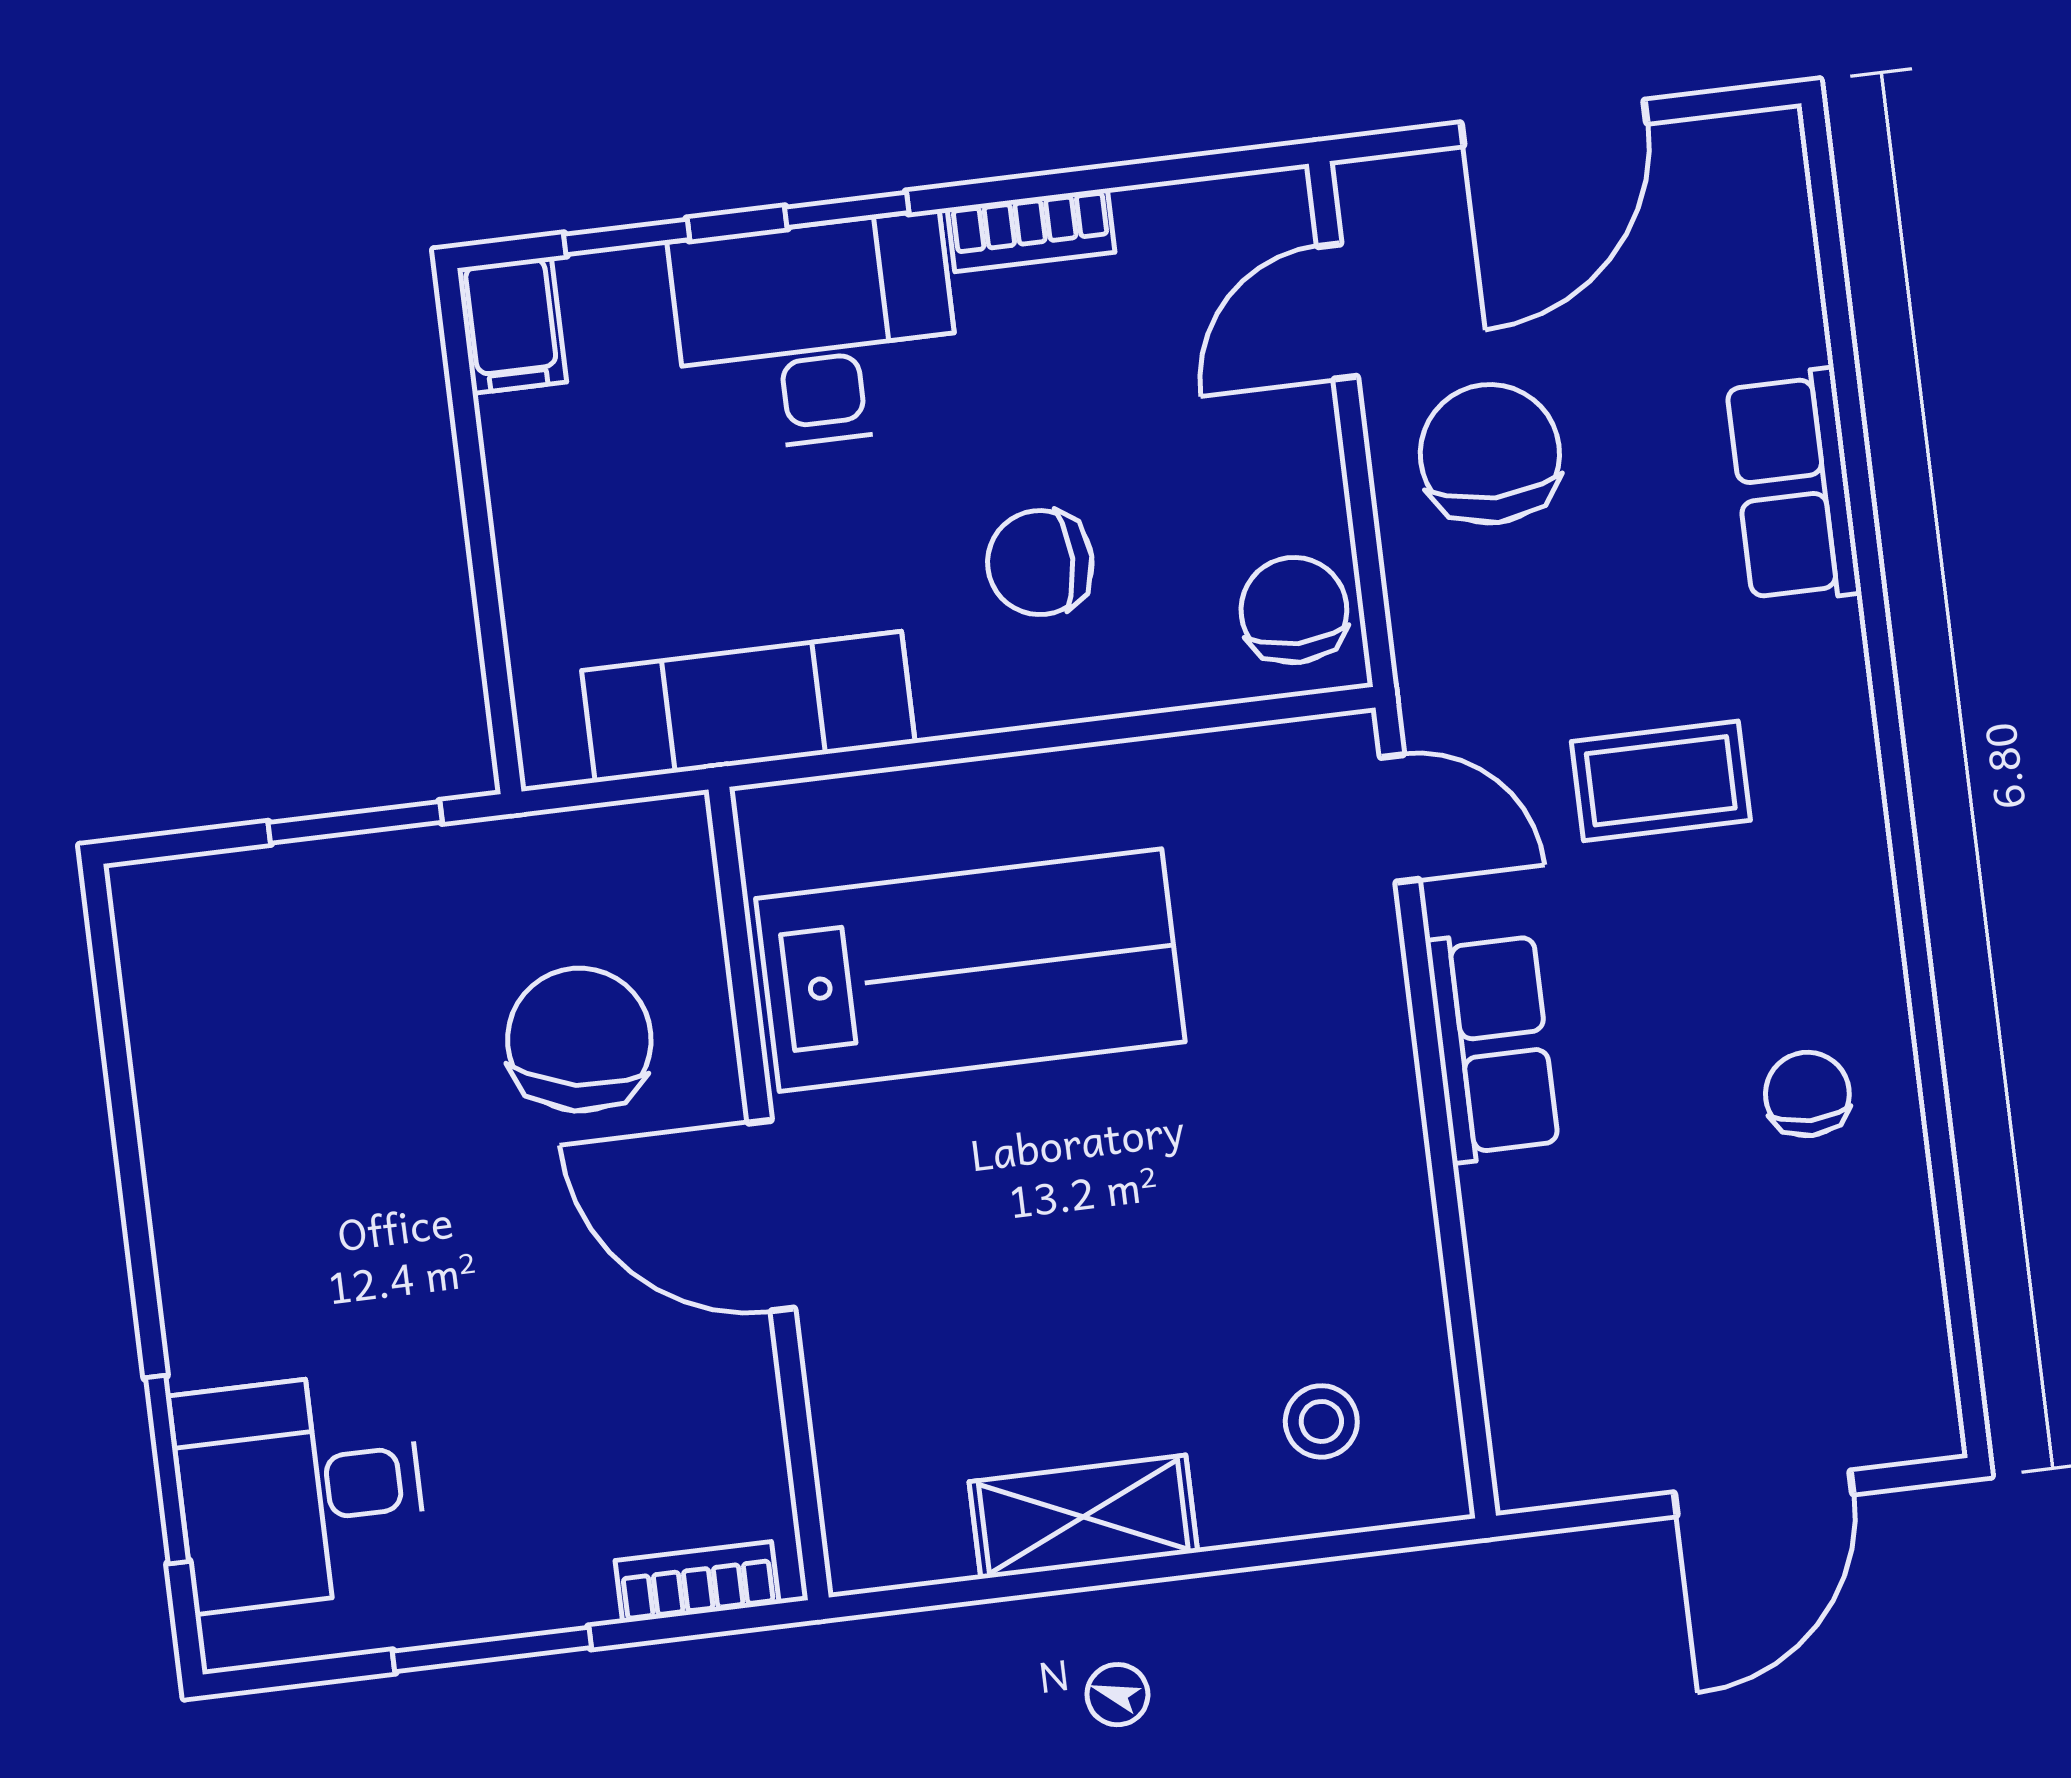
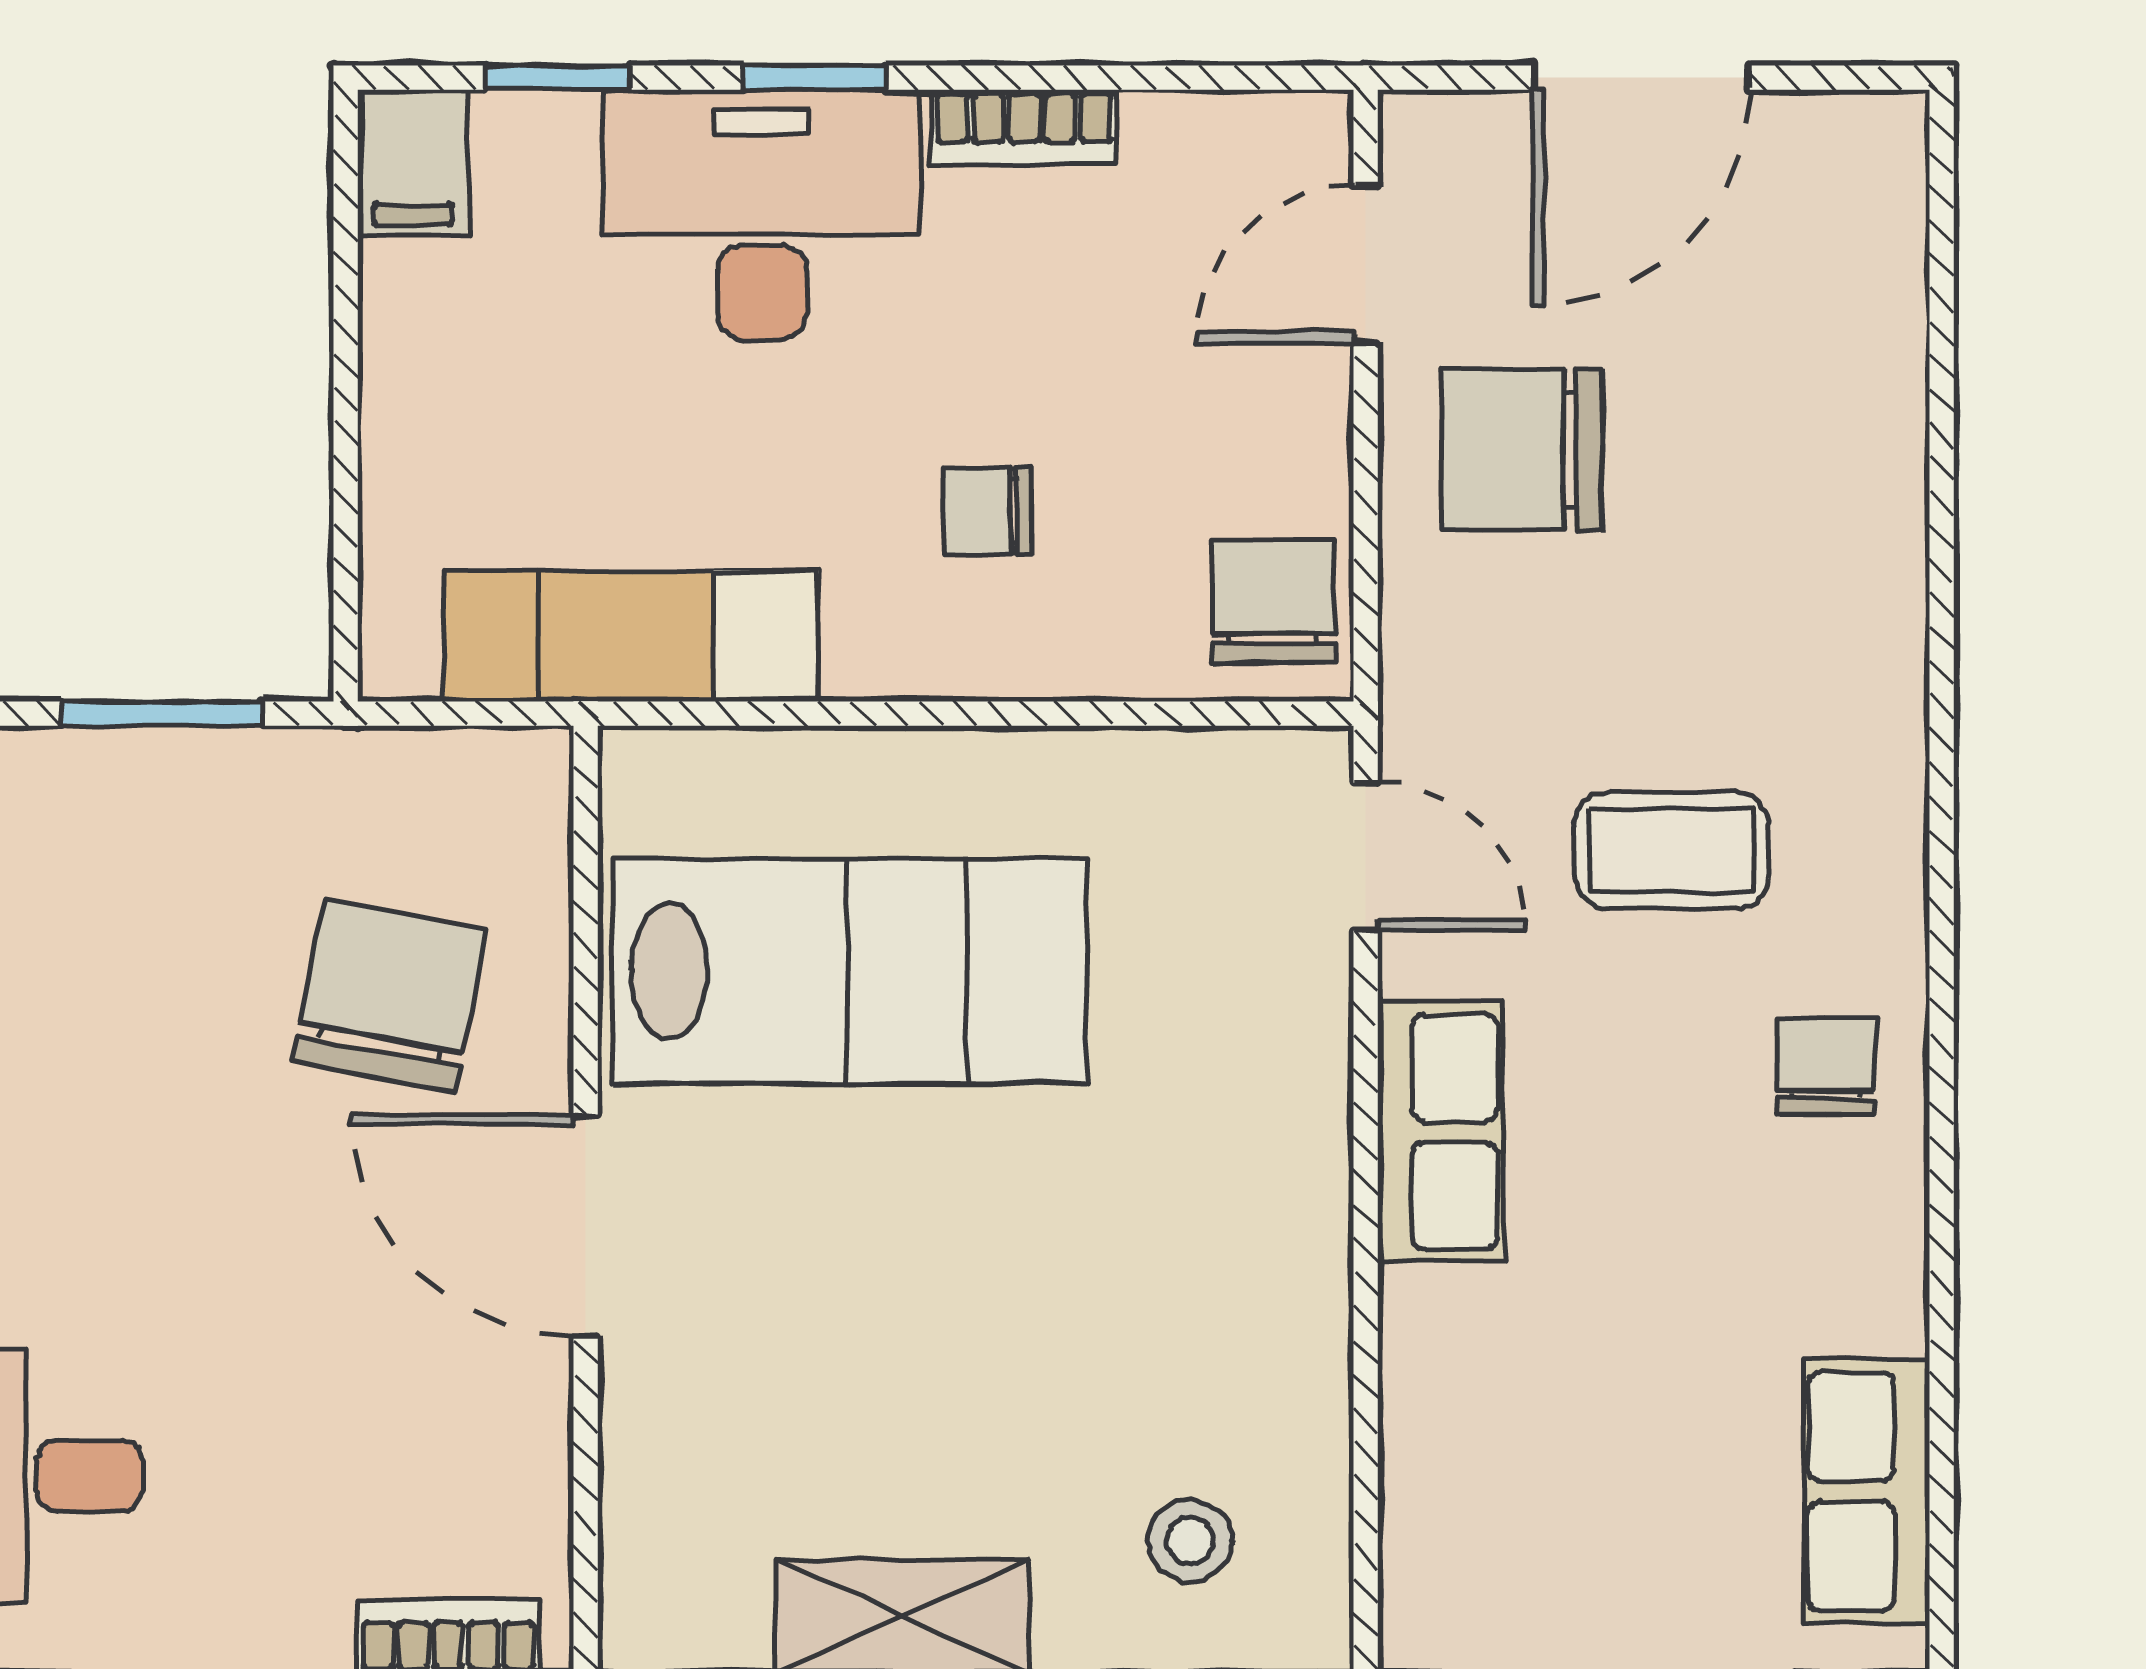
chair: (1490, 454) -> (1521, 449), turned -90
row of seats: (1794, 487) -> (1866, 1491), moved
chair: (1040, 563) -> (987, 511), width x0.73, depth x0.73
chair: (1807, 1094) -> (1826, 1066), moved

